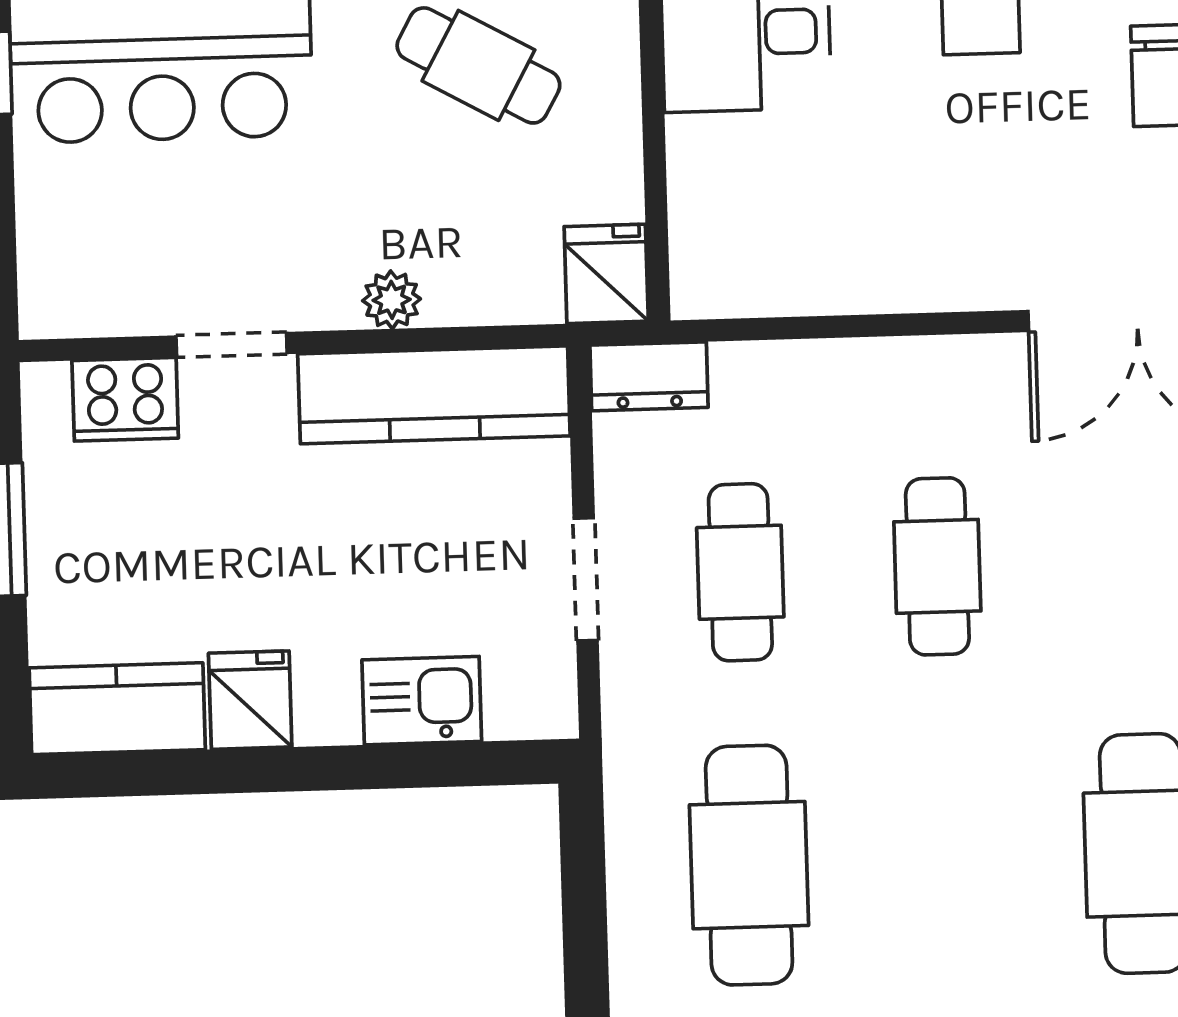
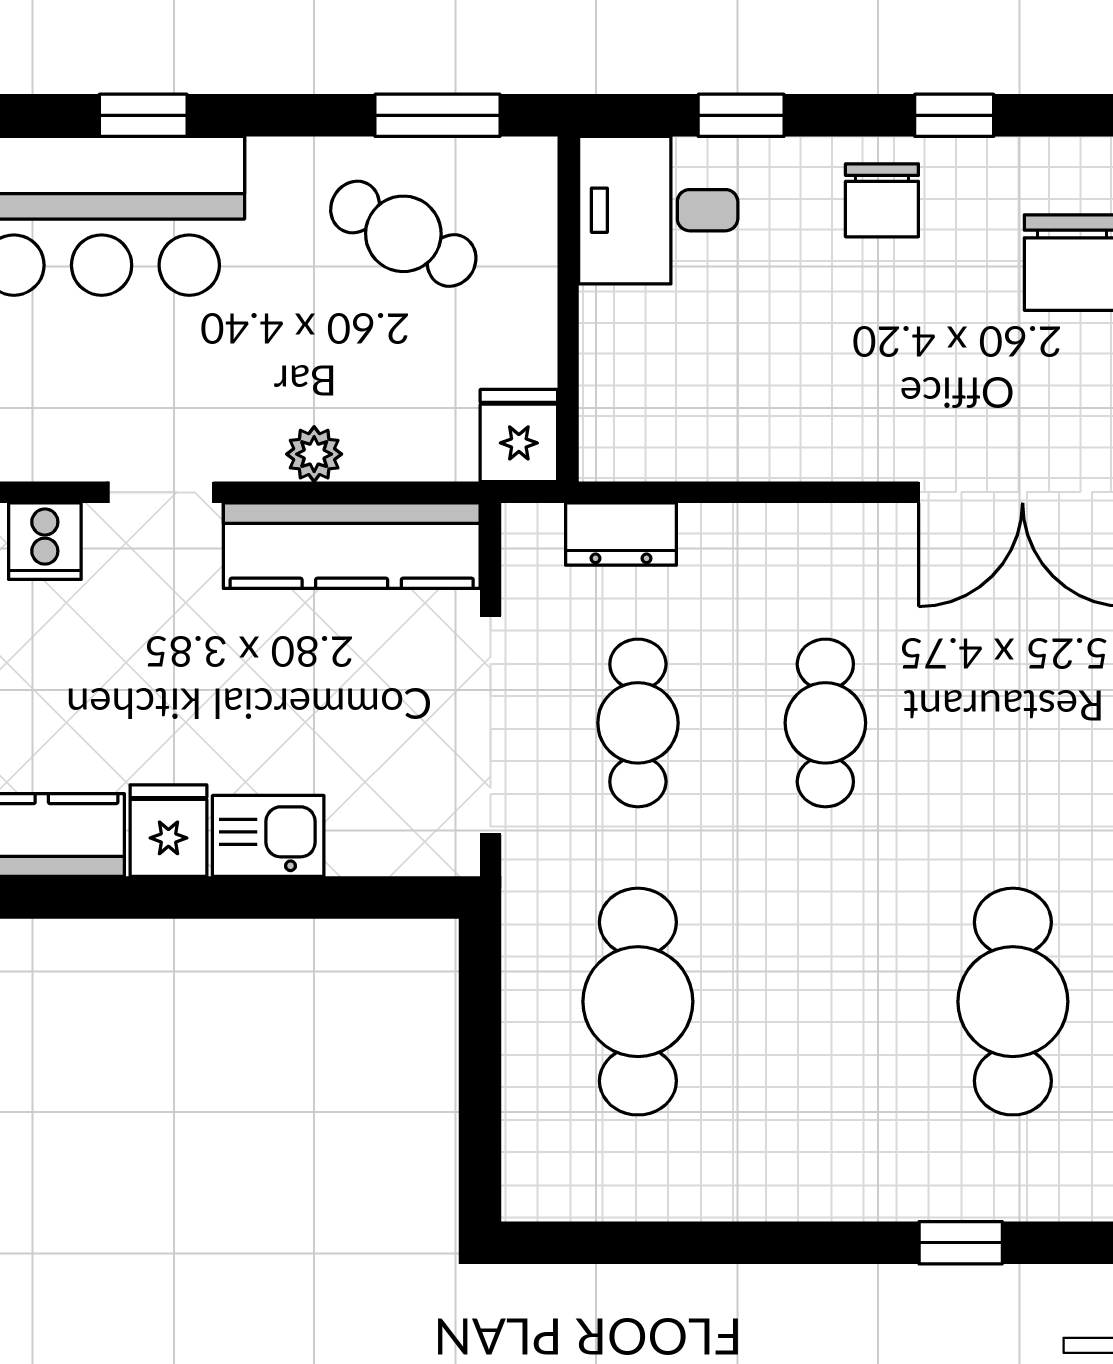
dresser: (649, 376) -> (621, 534), moved
cooker: (125, 399) -> (45, 541), width x0.73
doorway: (586, 579) -> (491, 725), width x1.88
kitchen sink: (422, 701) -> (268, 836), moved

